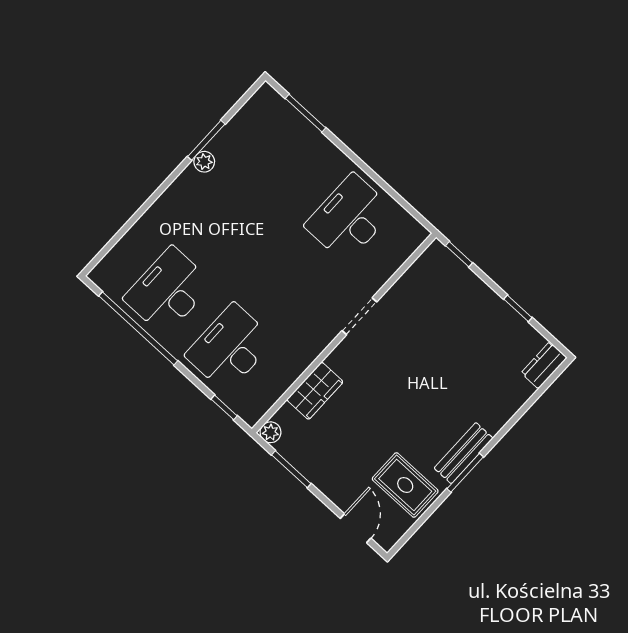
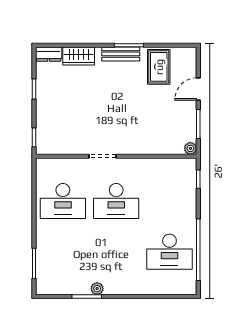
desk: (230, 348) -> (116, 201), moved
wardrobe: (315, 391) -> (79, 56), moved, turned 180
door: (356, 528) -> (198, 89), moved

